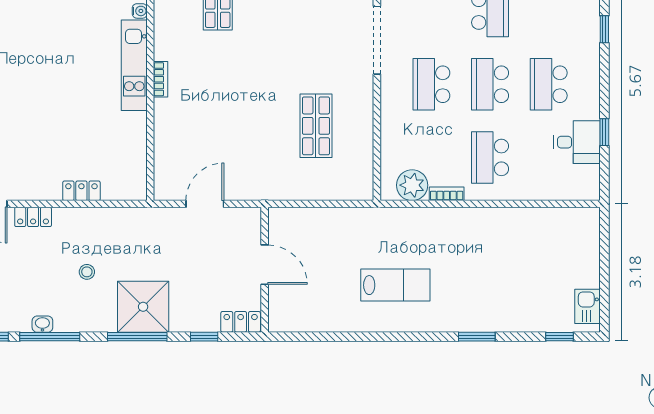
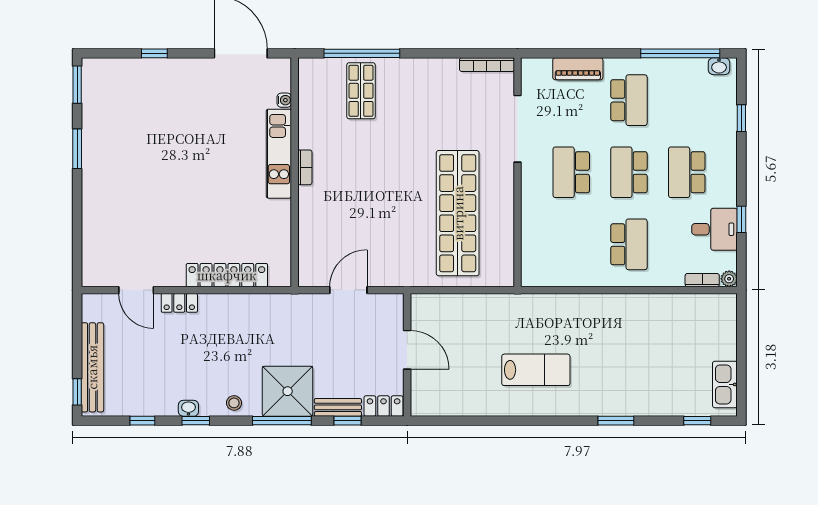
shop shelf: (316, 126) -> (458, 213), width x2.00, depth x1.36
school desk: (490, 157) -> (629, 244), turned 180
plant: (412, 185) -> (729, 279), moved, width x0.53, depth x0.53
locker: (81, 191) -> (227, 275), width x2.16, depth x1.21
bookcase: (447, 194) -> (702, 280), moved
stool: (87, 272) -> (234, 403), moved
kitchen sink: (588, 306) -> (725, 384), width x1.38
bench: (194, 323) -> (338, 407), added
window: (50, 337) -> (196, 421), width x0.46

